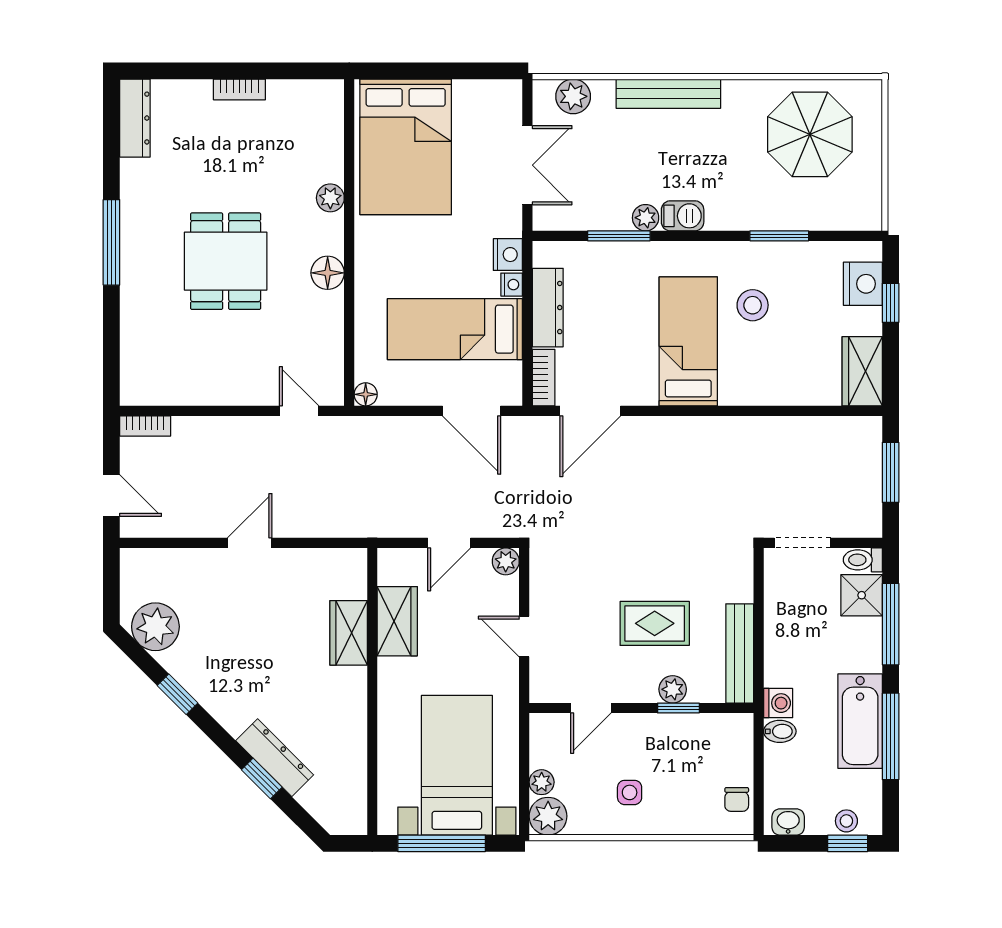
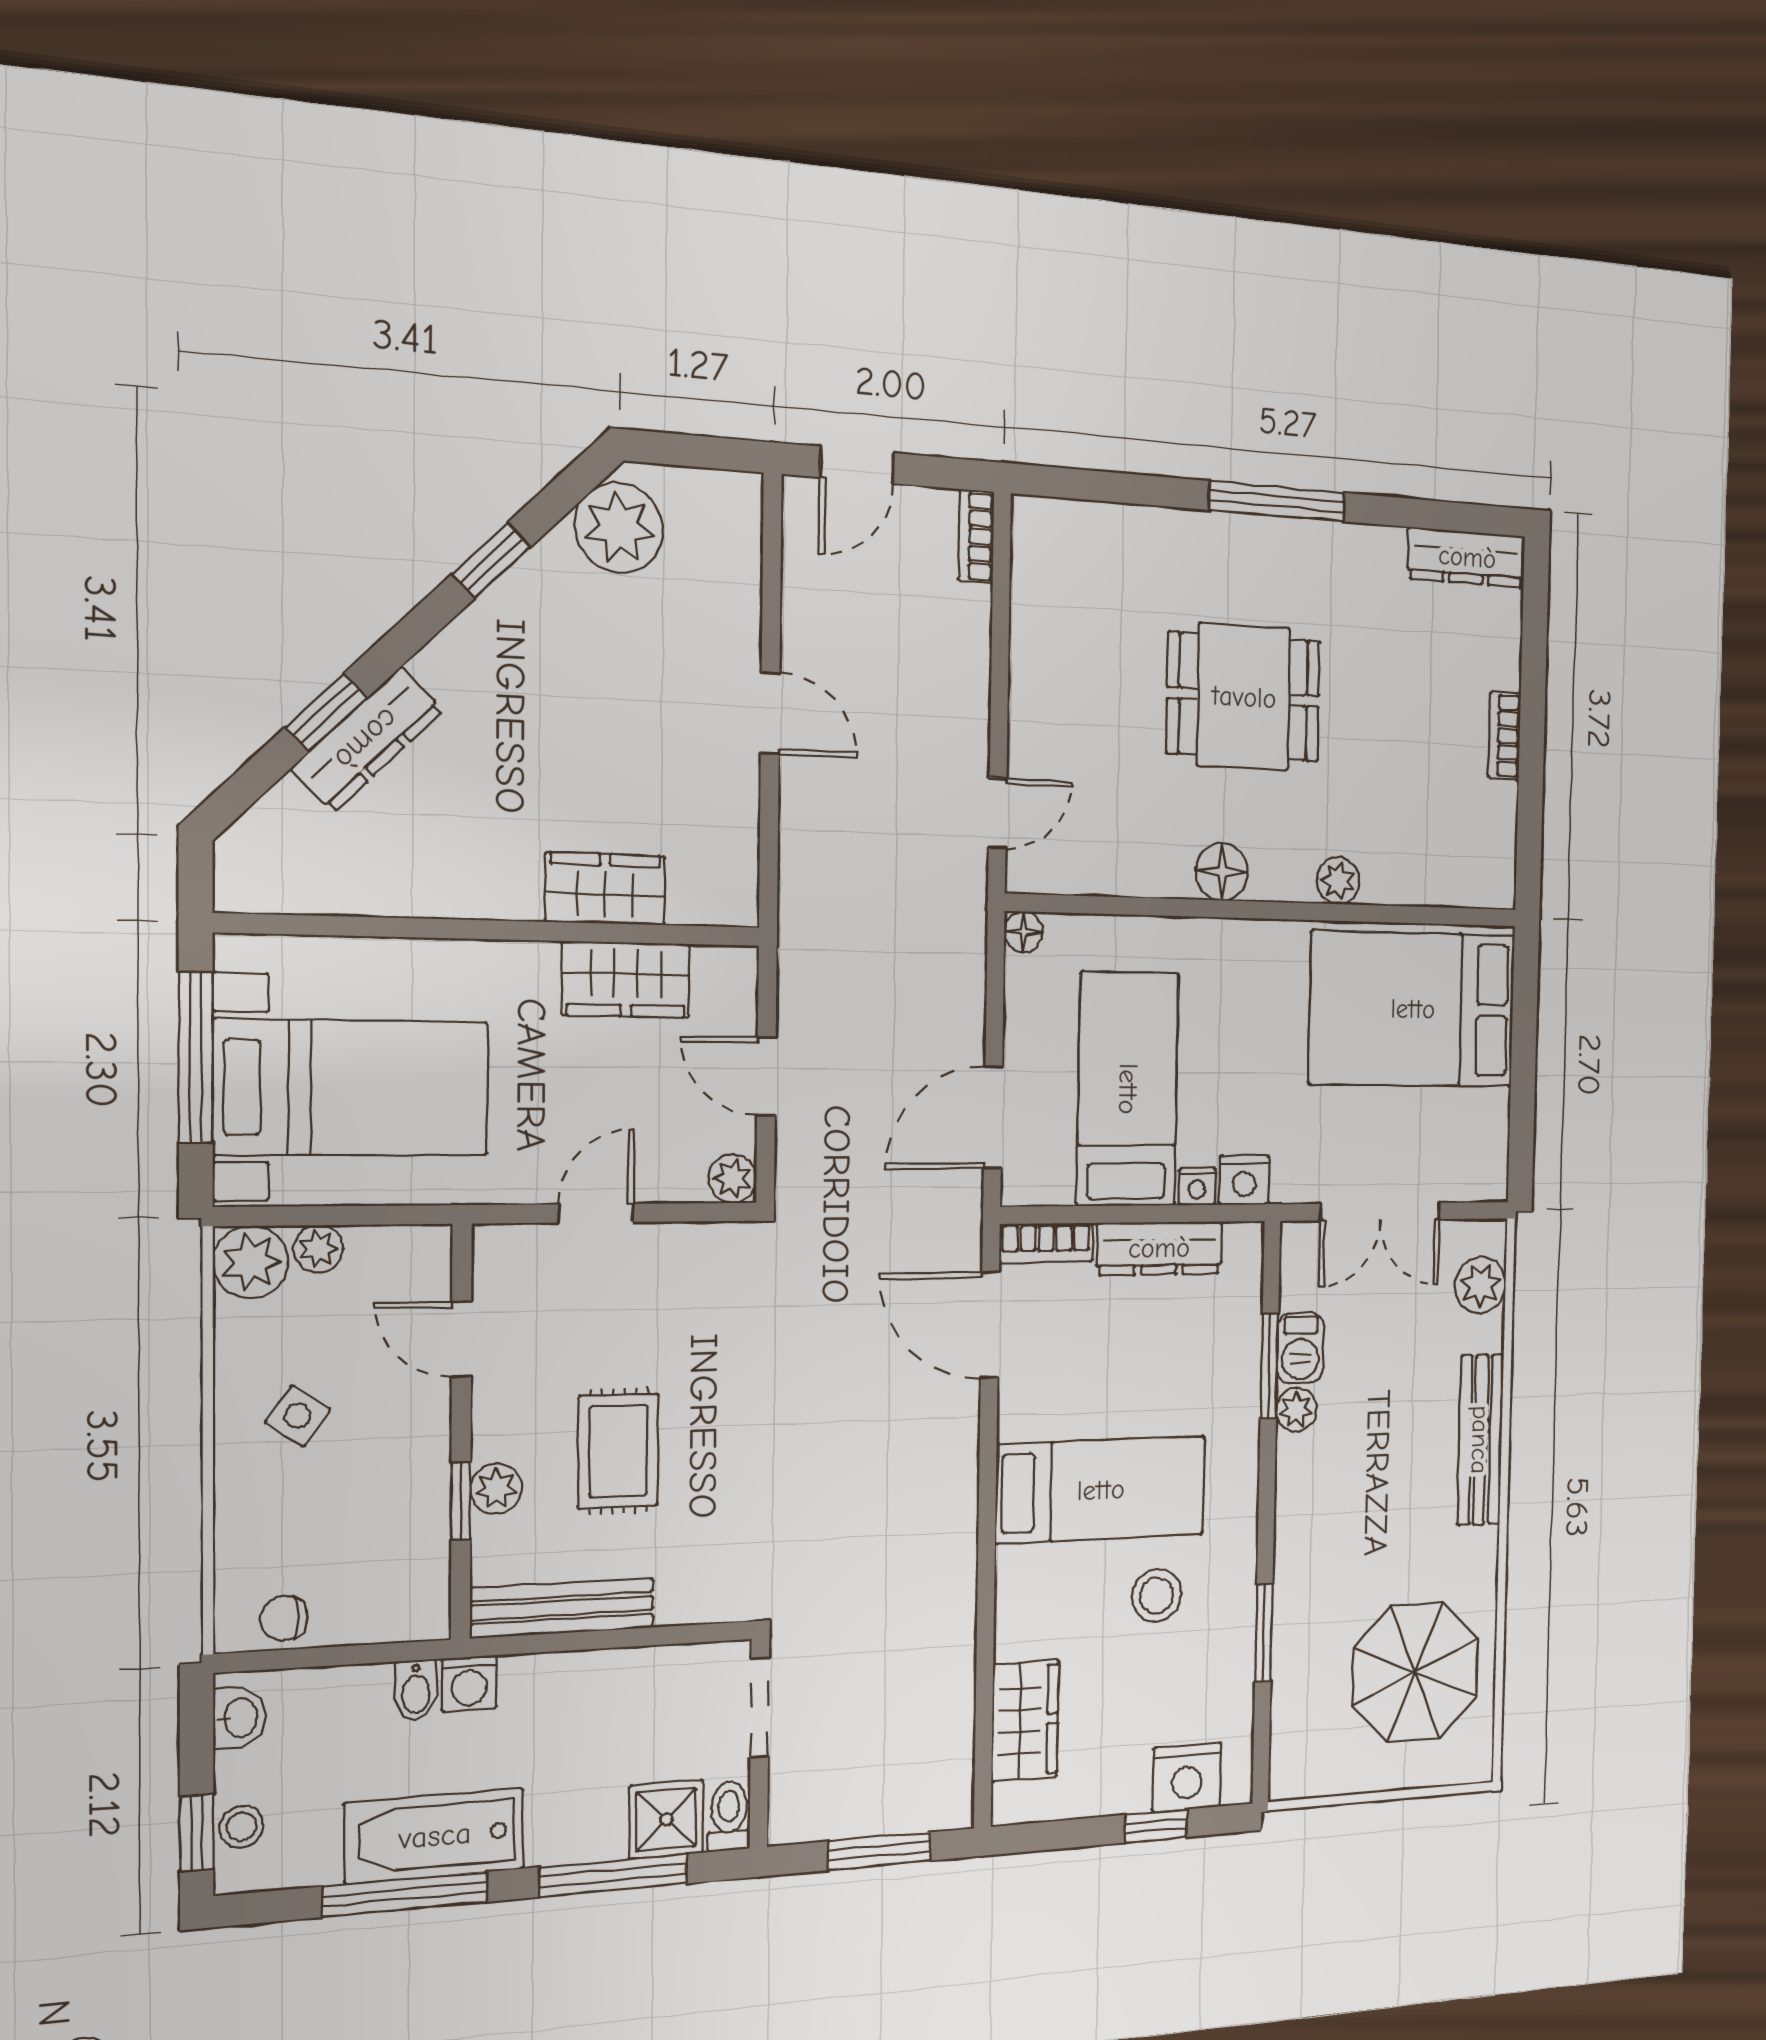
barbecue: (683, 216) -> (1301, 1348), moved
wardrobe: (862, 371) -> (1025, 1720), moved, turned 90
side table: (630, 792) -> (298, 1416), turned 35

